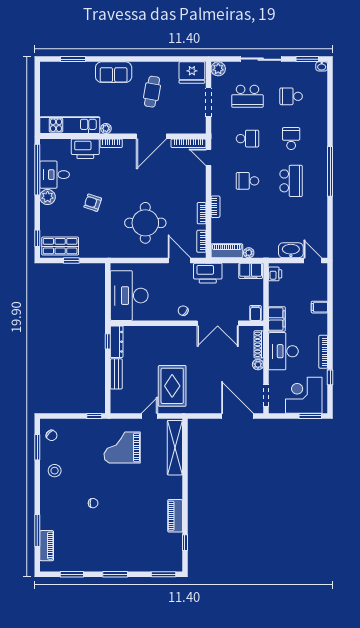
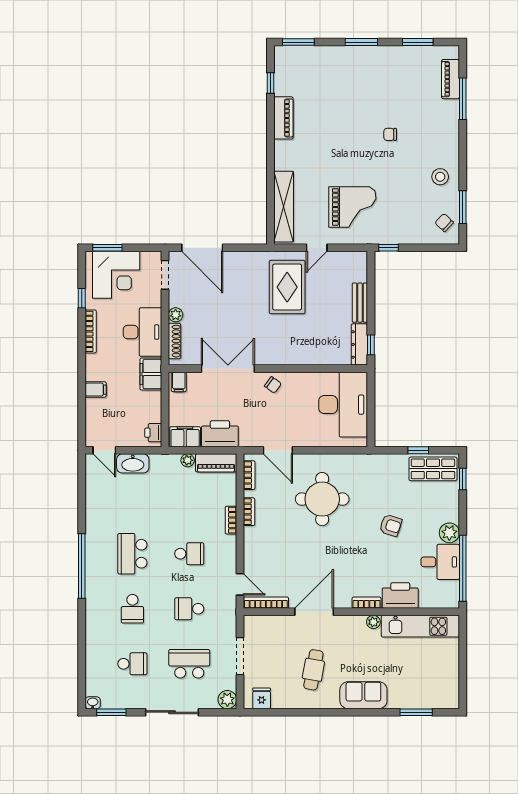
fridge: (192, 72) -> (262, 698), width x0.53, depth x0.75
printer: (208, 273) -> (220, 434), moved

